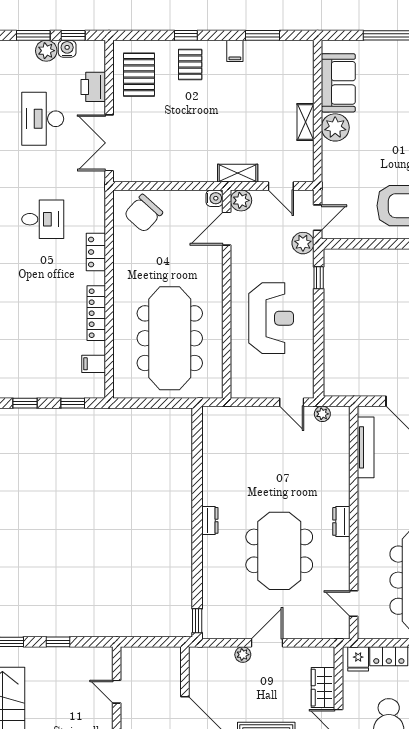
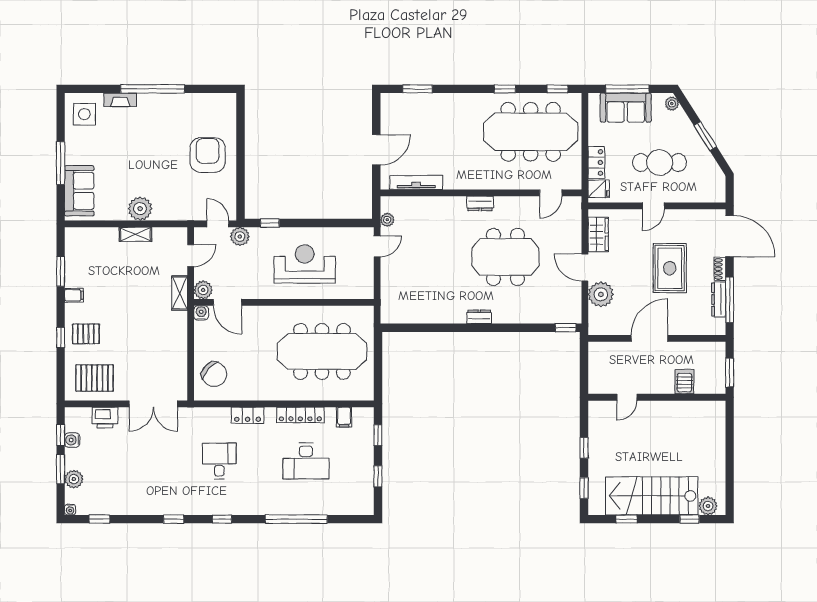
plant: (46, 51) -> (74, 479), moved
sofa: (338, 83) -> (79, 191), moved, turned 90
desk: (43, 119) -> (306, 461), moved
plant: (243, 655) -> (601, 294), width x1.88, depth x1.88
wardrobe: (323, 688) -> (598, 235), moved, turned -90

